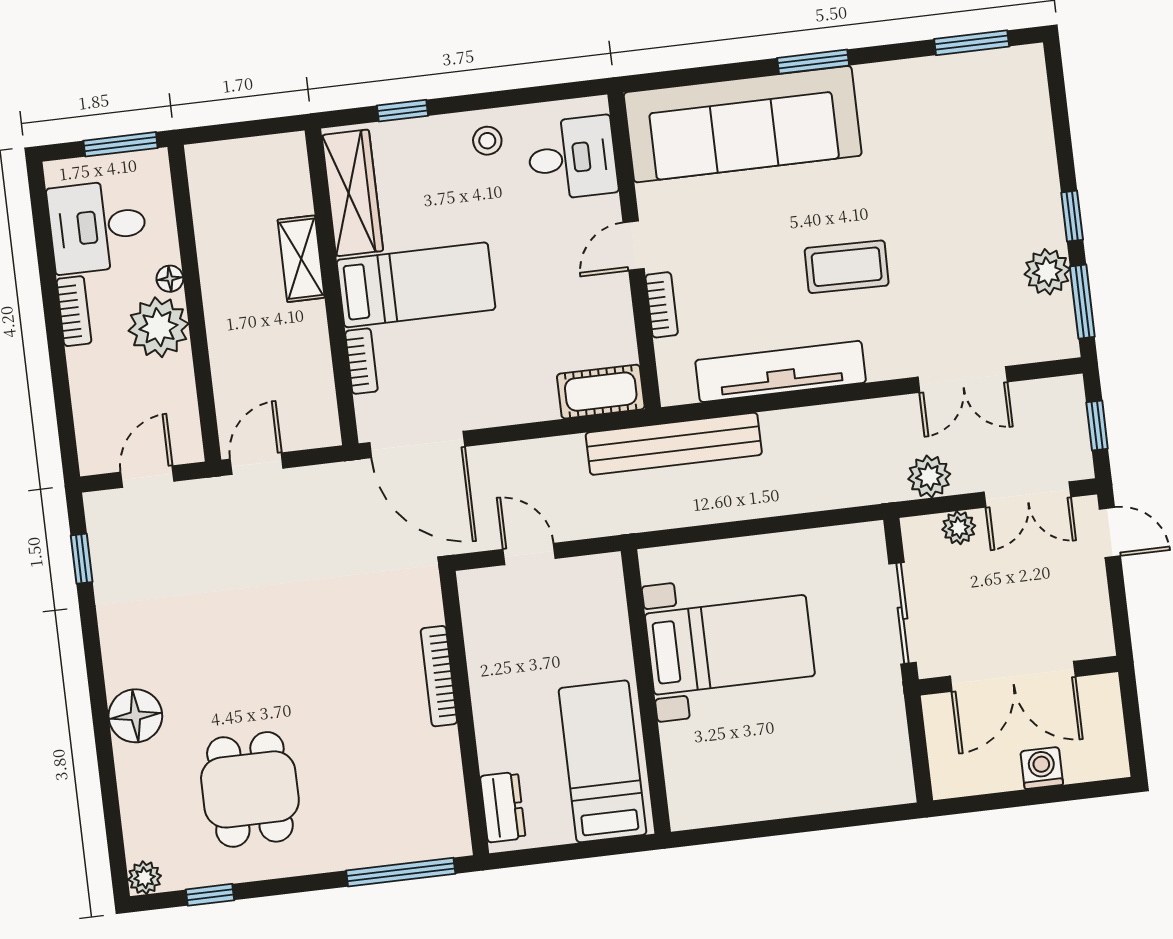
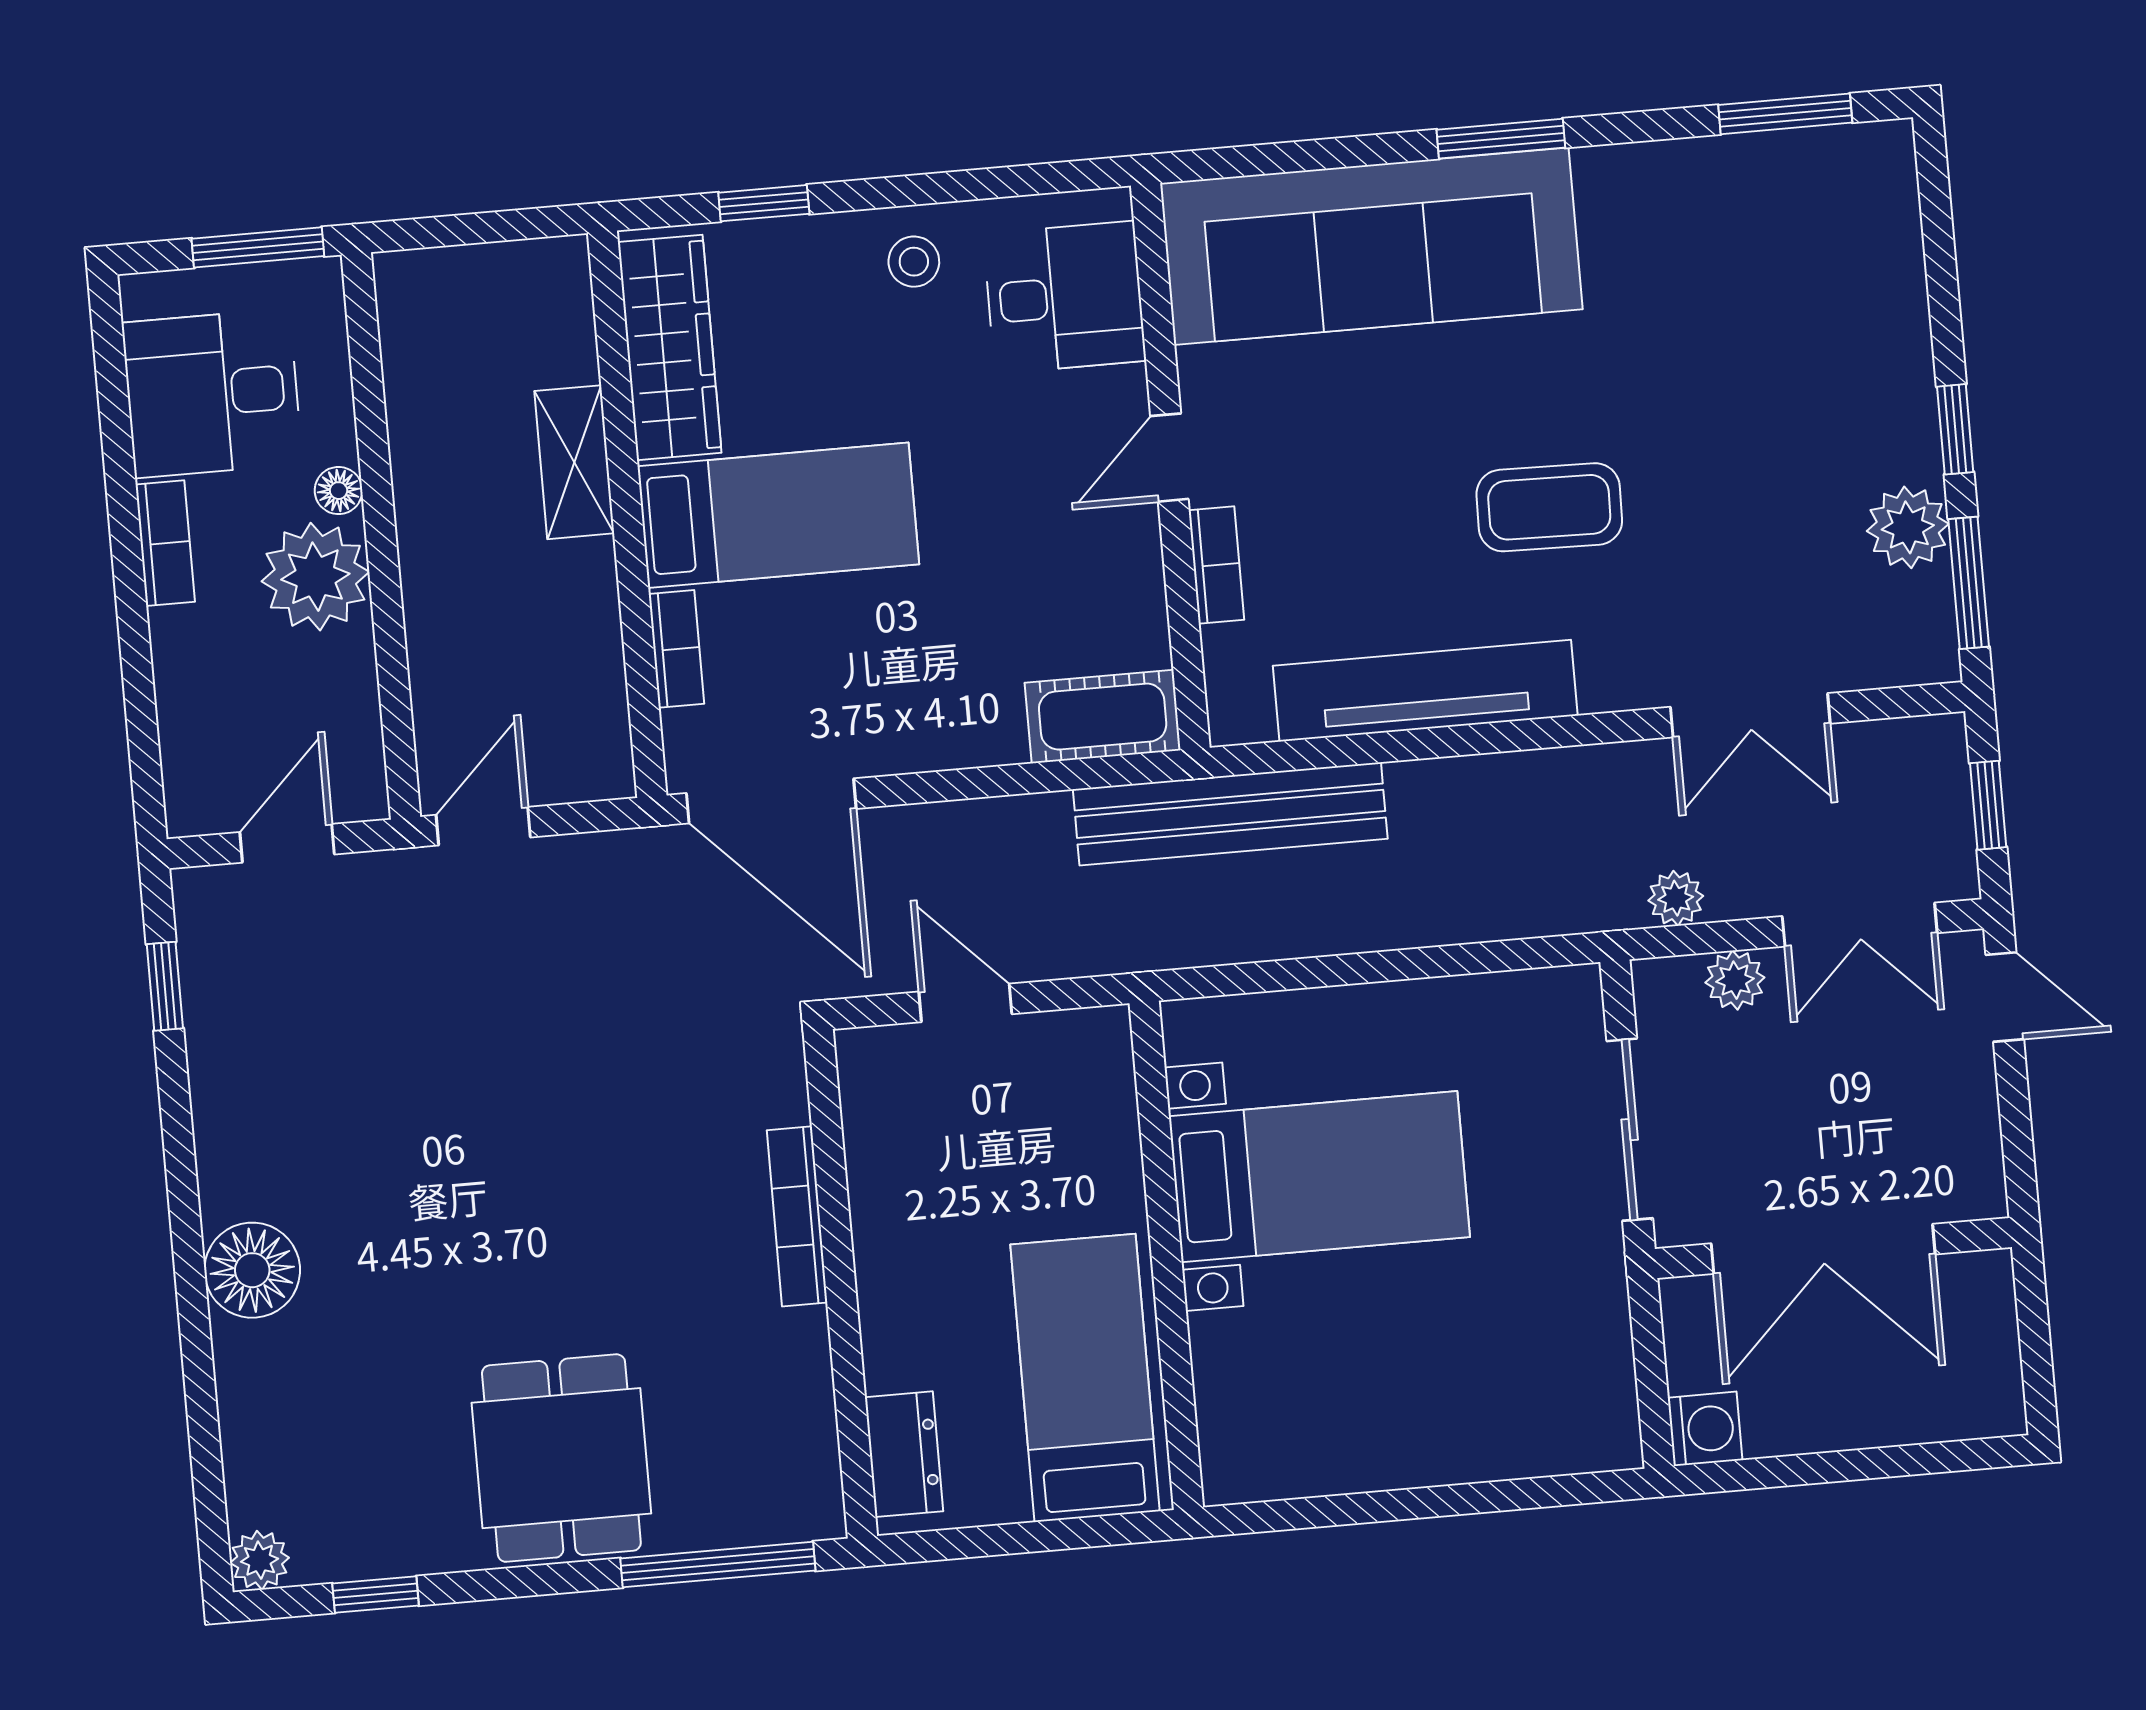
plant: (929, 477) -> (1676, 898), width x0.73, depth x0.73
washing machine: (1042, 768) -> (1705, 1429), moved, turned 90
dining table: (250, 789) -> (561, 1458), moved

